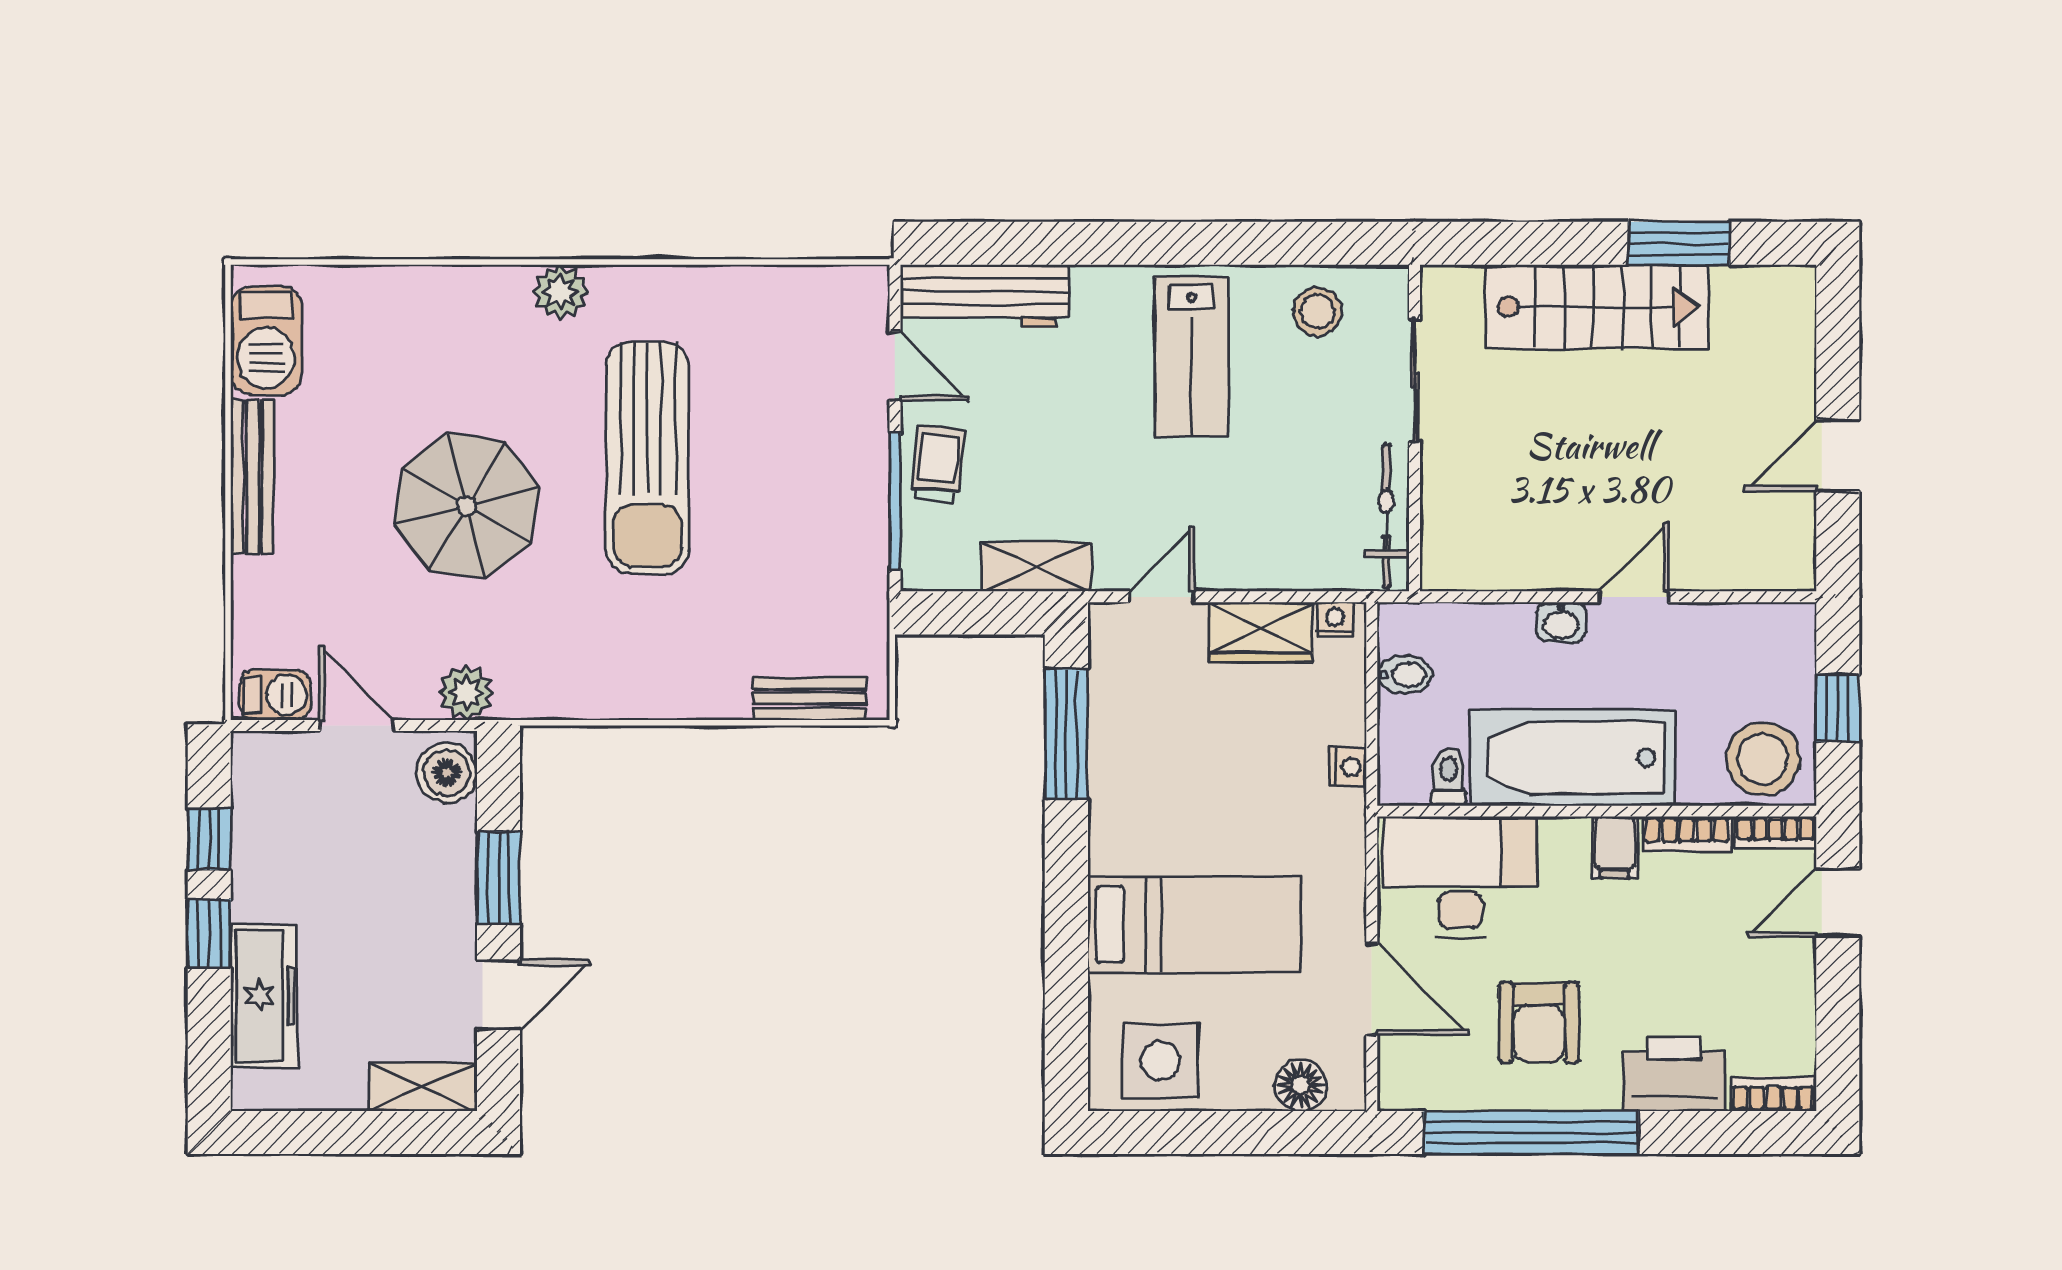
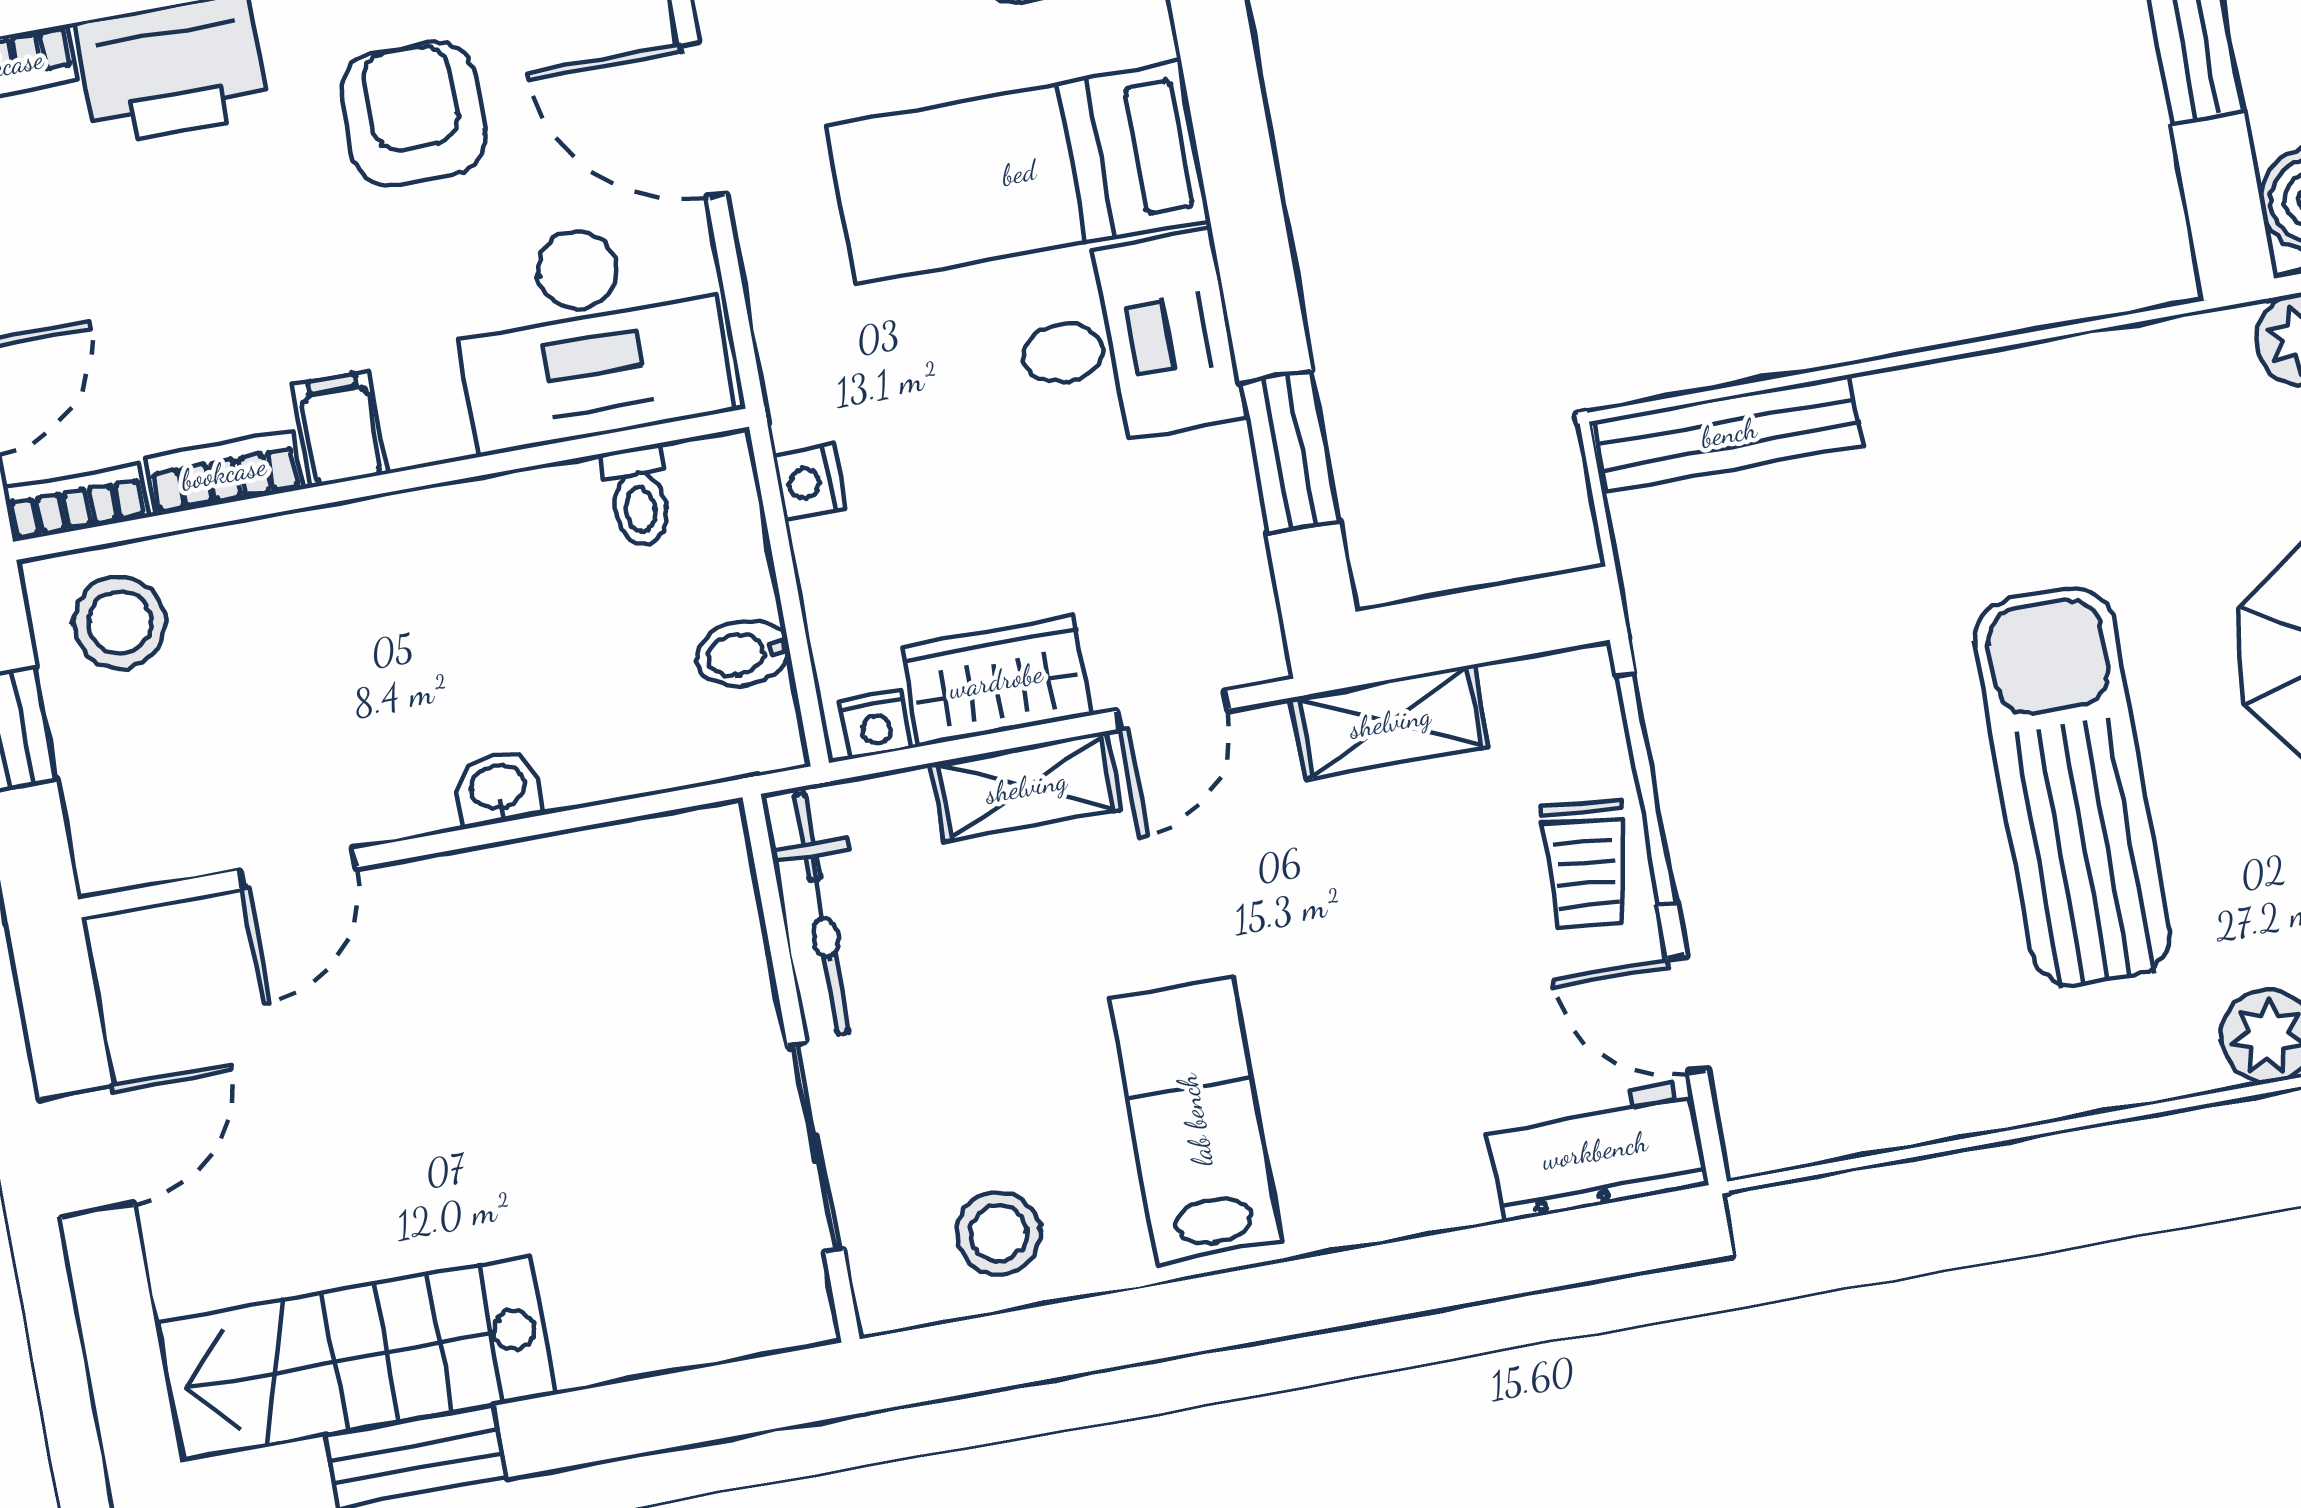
workbench: (985, 296) -> (1595, 1151), width x0.73
stairs: (1598, 307) -> (357, 1358), moved
shelving: (1255, 568) -> (1026, 787), added
door: (1634, 597) -> (297, 869), moved
bench: (810, 699) -> (1729, 433), width x1.36
window: (1066, 734) -> (1290, 453), width x0.69
bathtub: (1573, 758) -> (437, 566), removed
stool: (1763, 759) -> (119, 622), width x0.73, depth x0.73
desk: (1149, 815) -> (1126, 341), added

